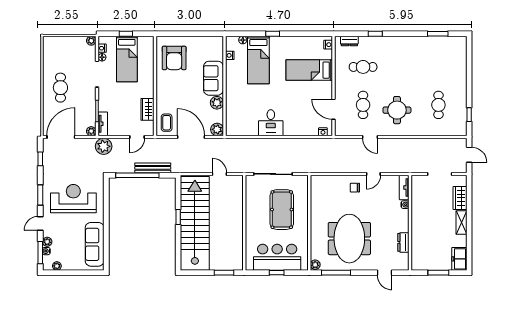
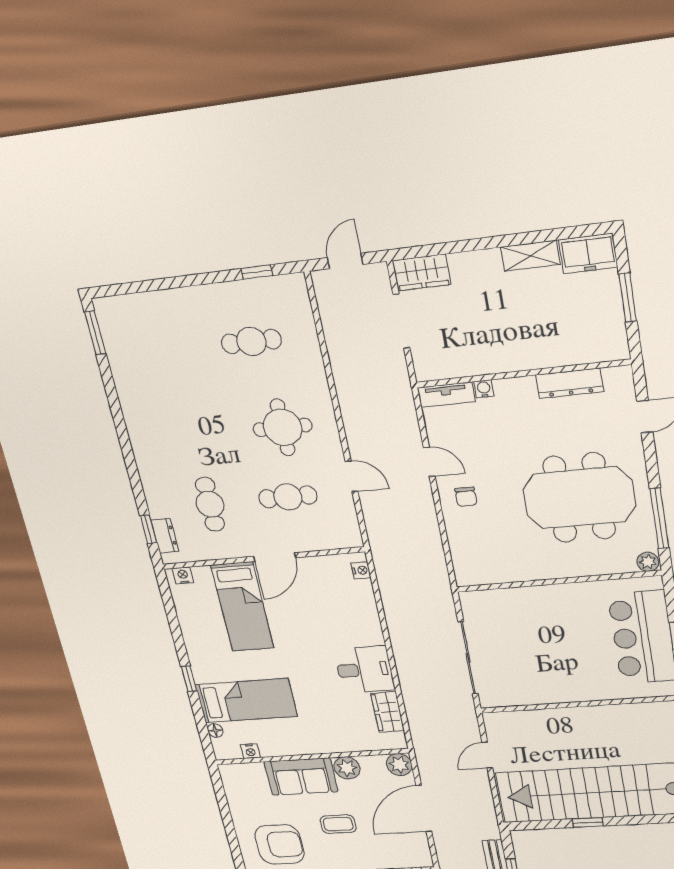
window: (375, 34) -> (148, 529), moved
window: (438, 34) -> (95, 333), moved
door: (334, 109) -> (275, 557), moved
coffee table: (167, 123) -> (338, 824), moved
wardrobe: (247, 129) -> (388, 712), added
door: (370, 137) -> (351, 476), hinge flipped
wardrobe: (460, 198) -> (422, 272), moved
pool table: (282, 210) -> (539, 636), removed
shelving: (461, 223) -> (530, 256), moved
dresser: (403, 242) -> (570, 383), width x1.44

